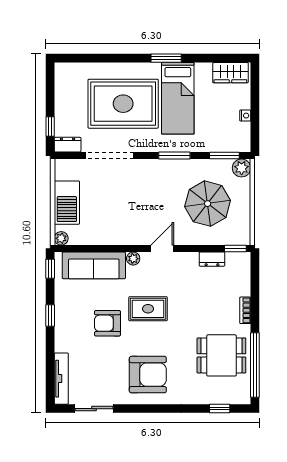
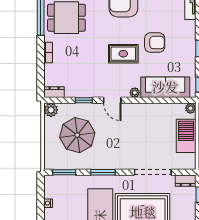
plant: (242, 168) -> (51, 110), moved
door: (162, 249) -> (112, 100), hinge flipped
window: (235, 249) -> (84, 100), moved
dresser: (212, 259) -> (54, 92), moved

